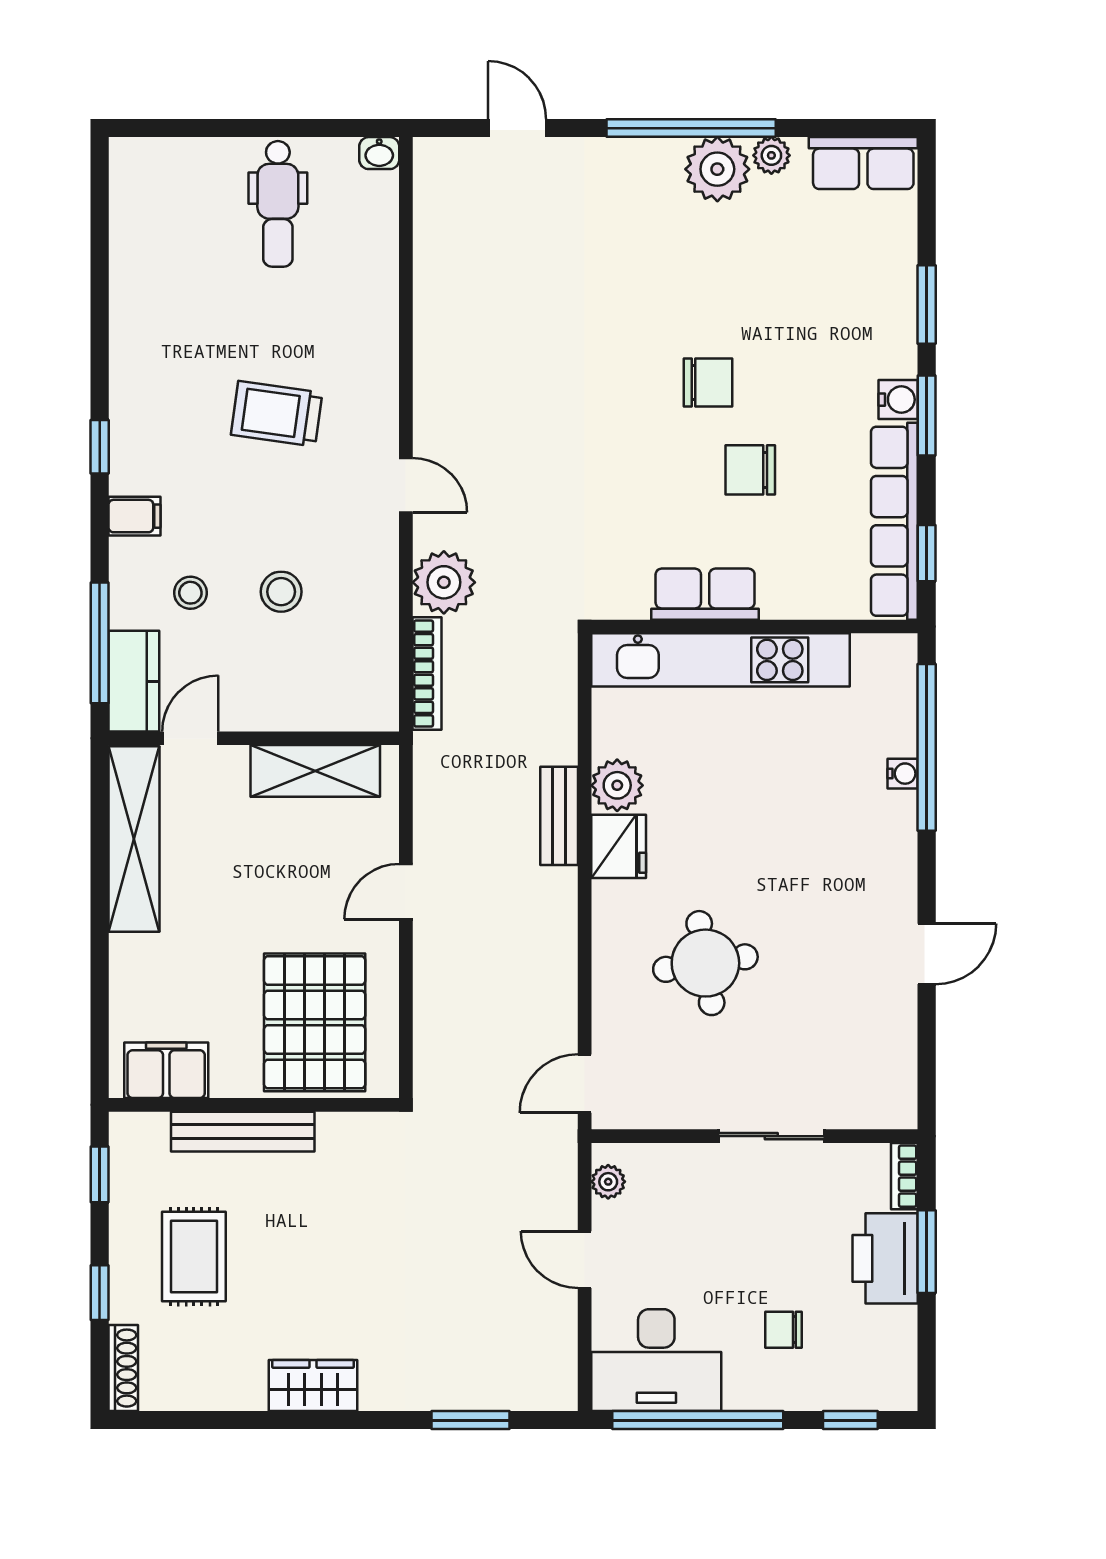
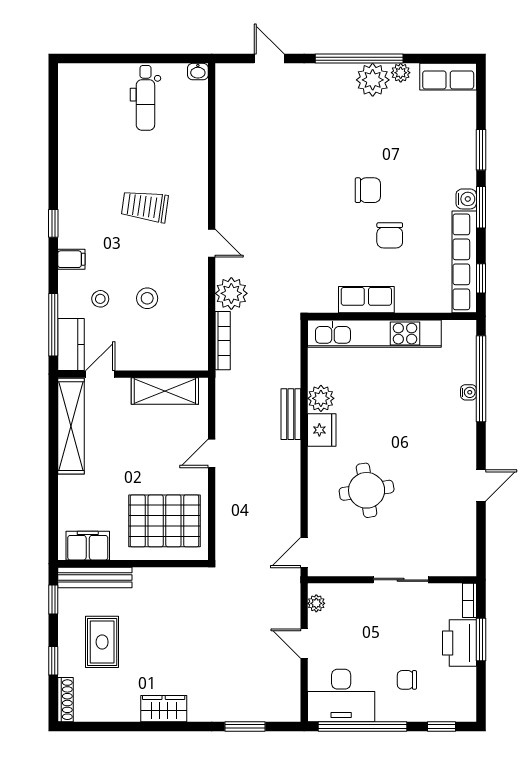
chair: (750, 470) -> (390, 235), turned -90
pallet: (315, 1022) -> (164, 521), turned 90
bench: (243, 1132) -> (95, 577), moved

